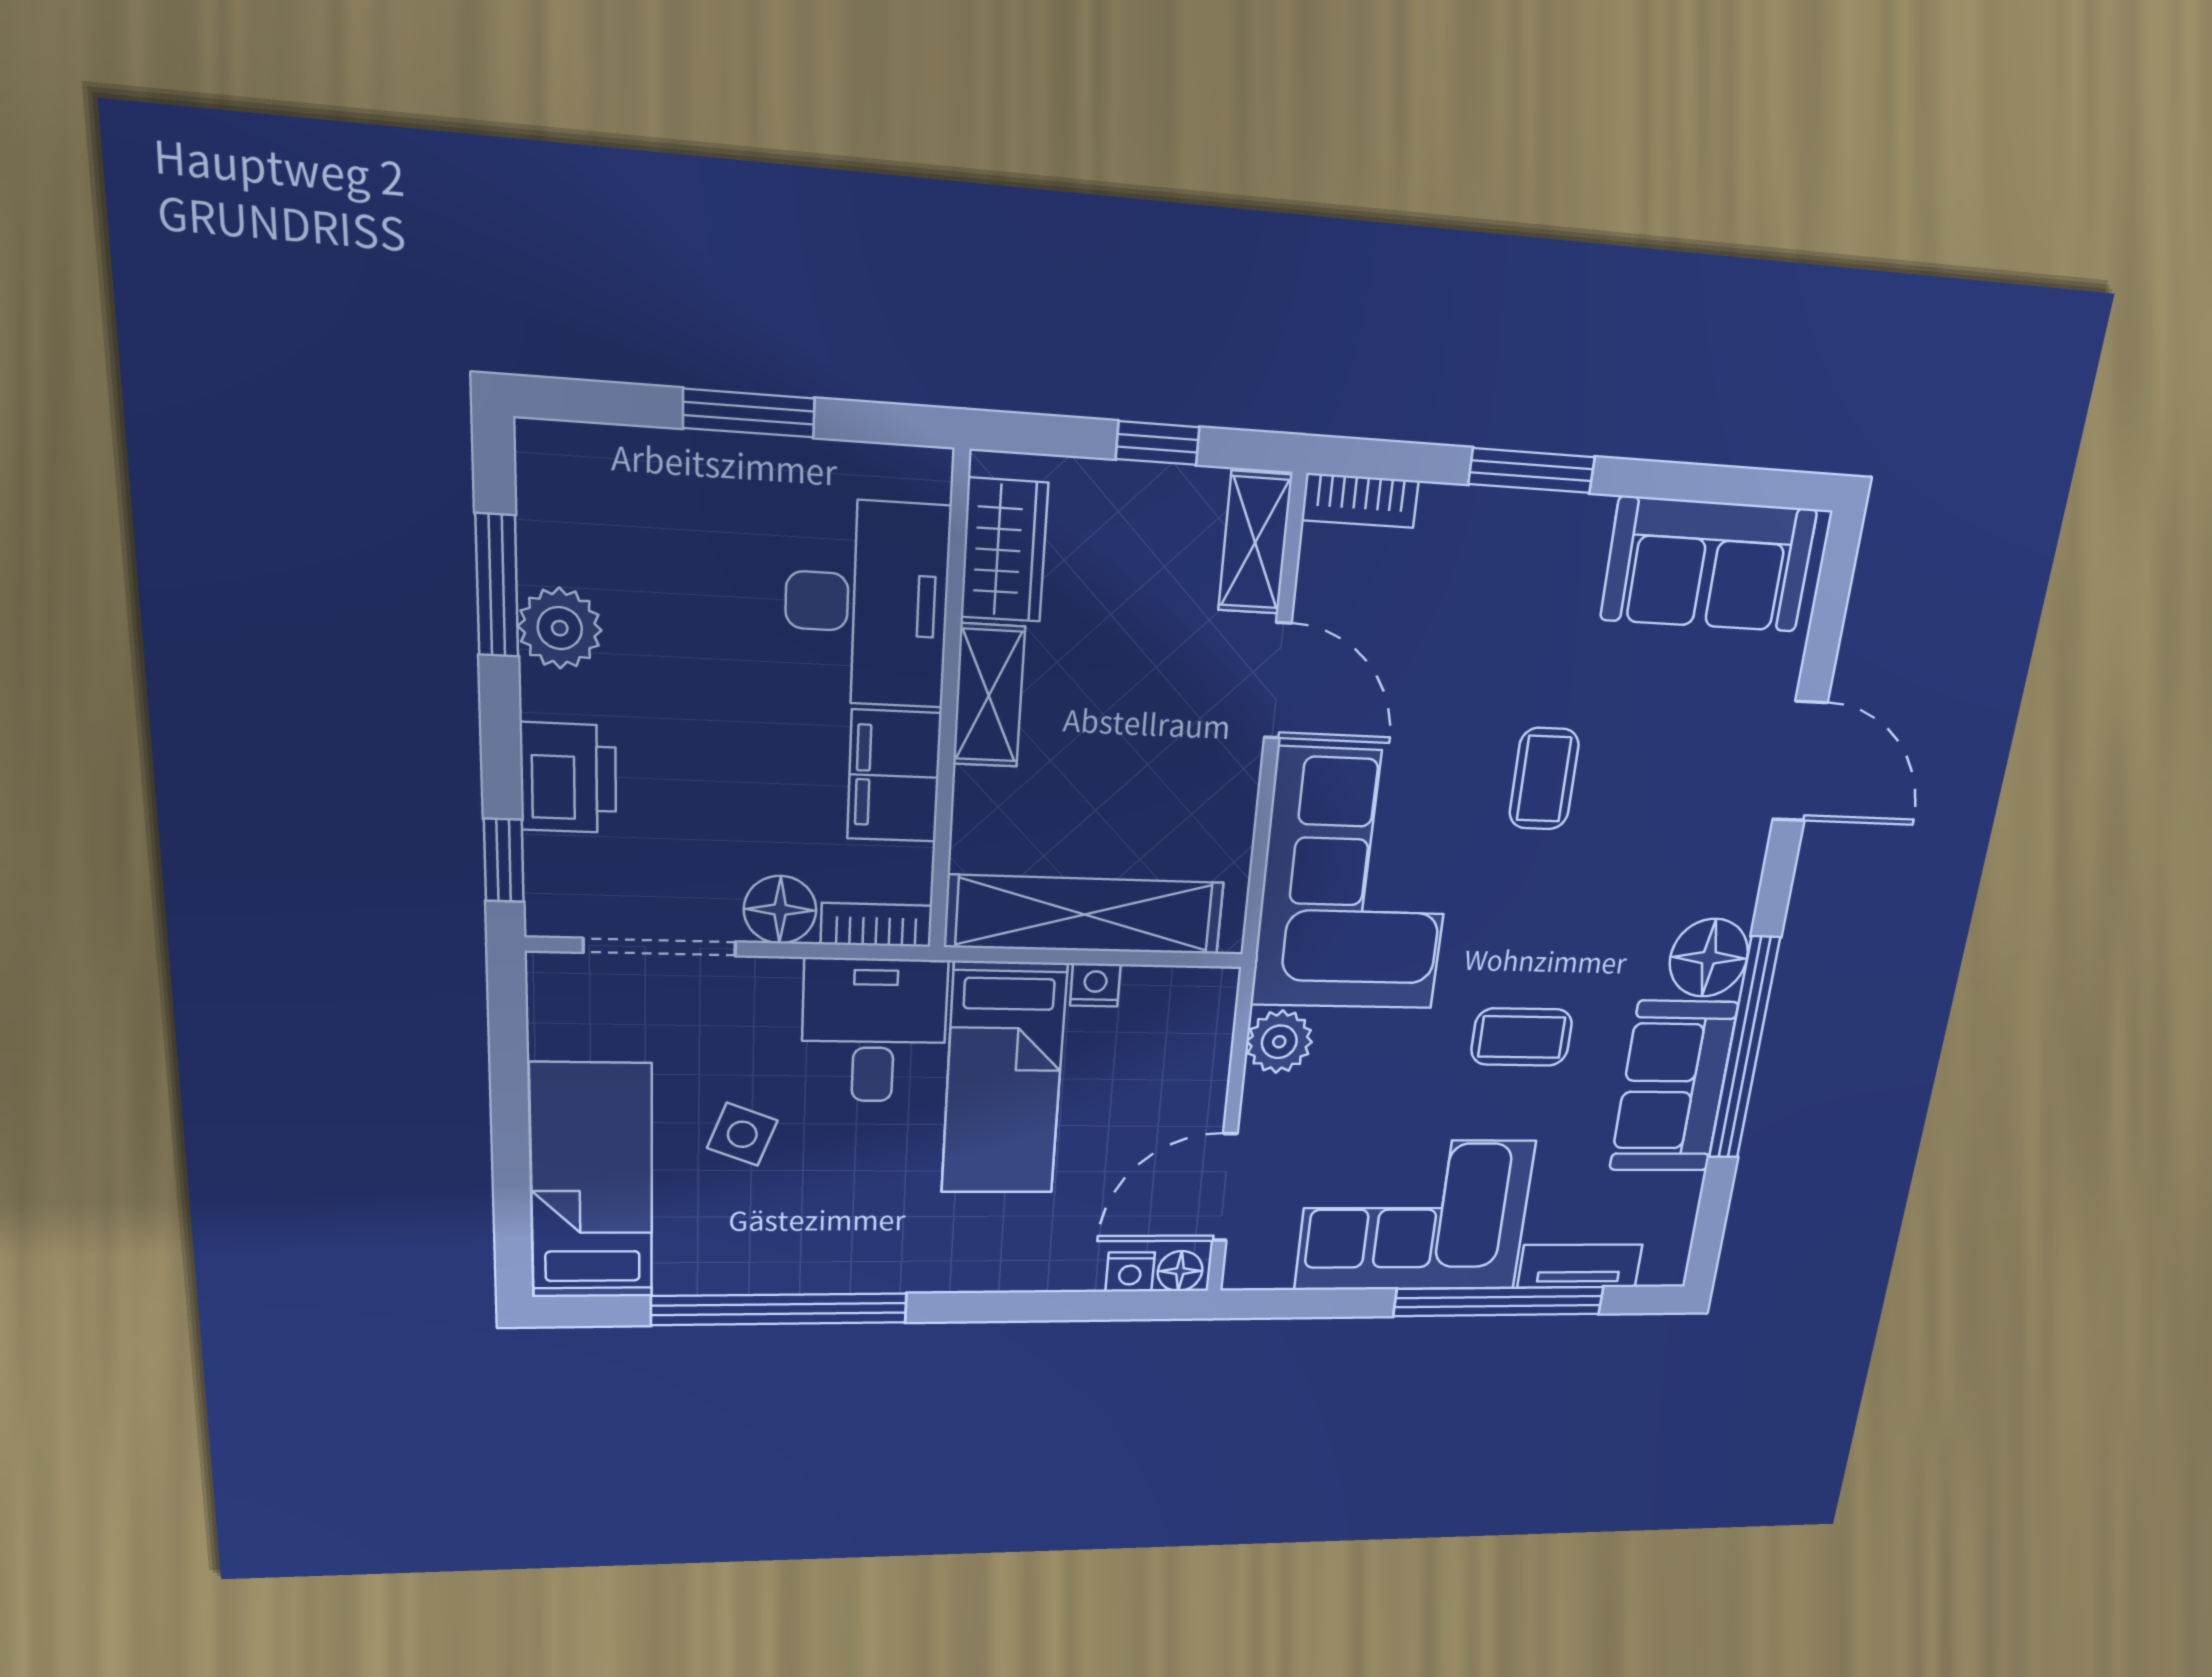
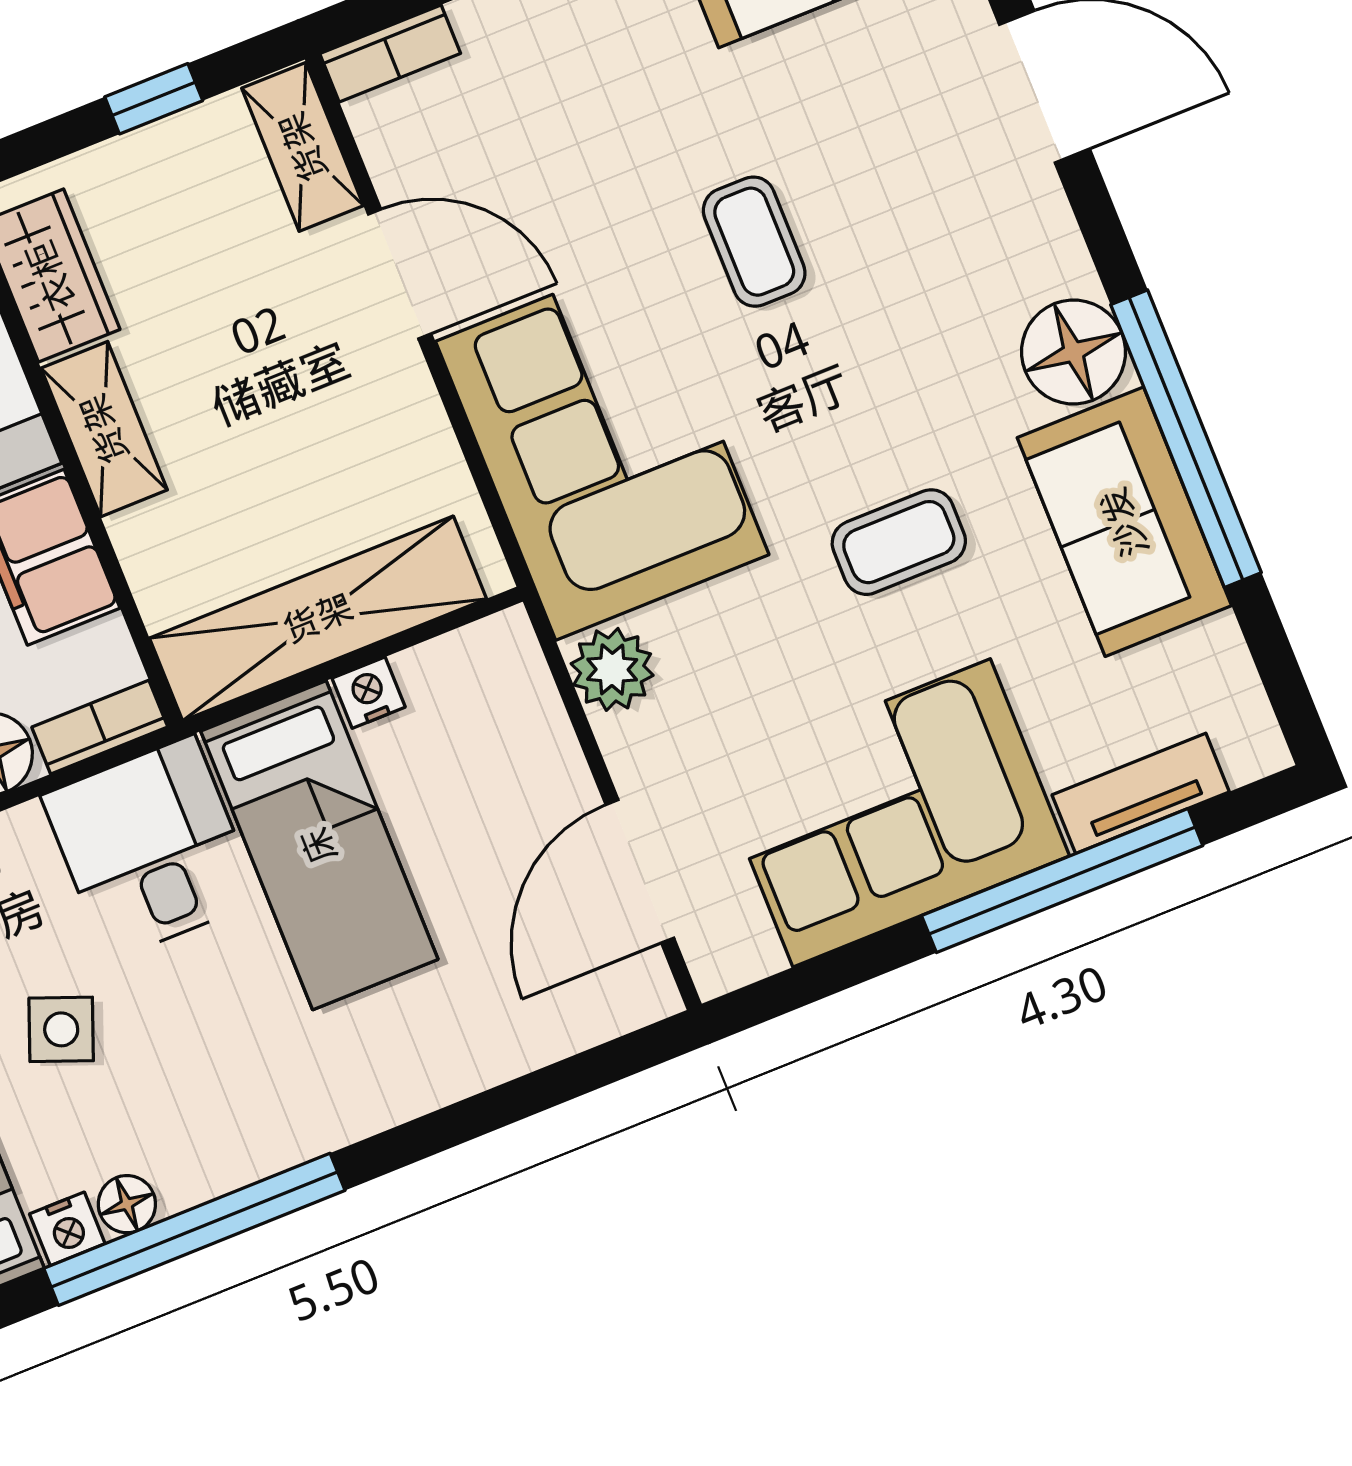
floor lamp: (1180, 1271) -> (127, 1204), moved
nightstand: (1130, 1272) -> (67, 1229), moved

